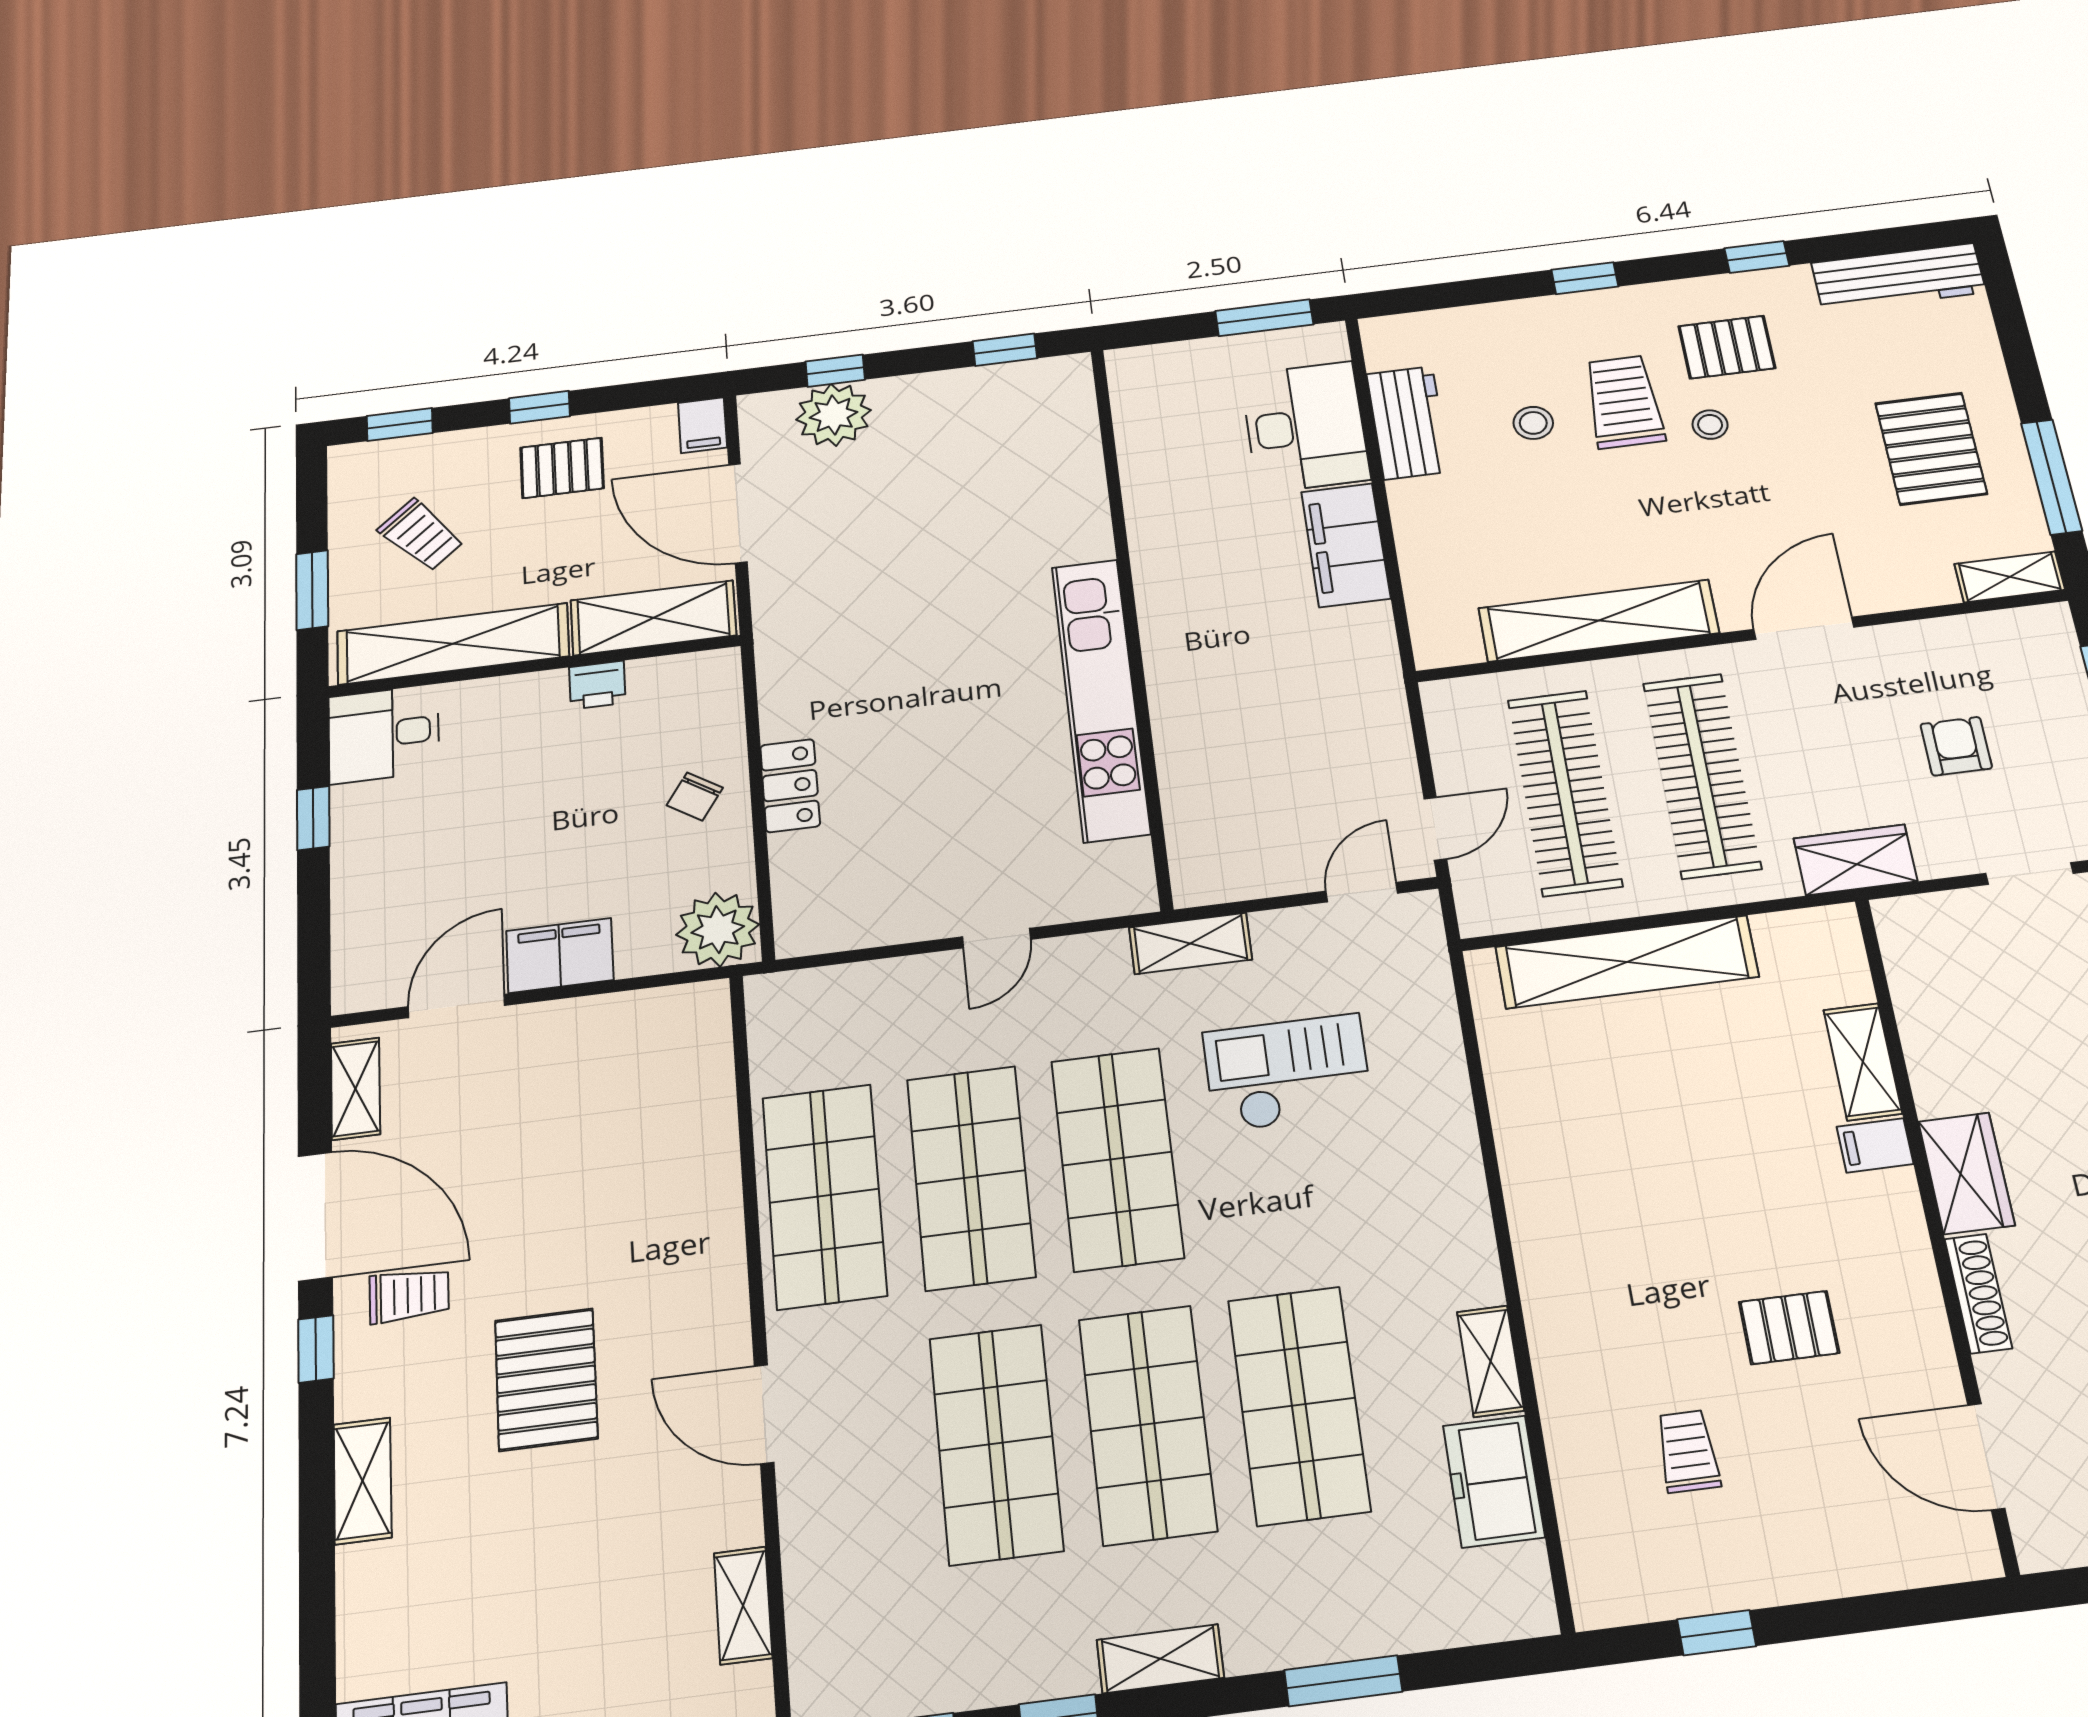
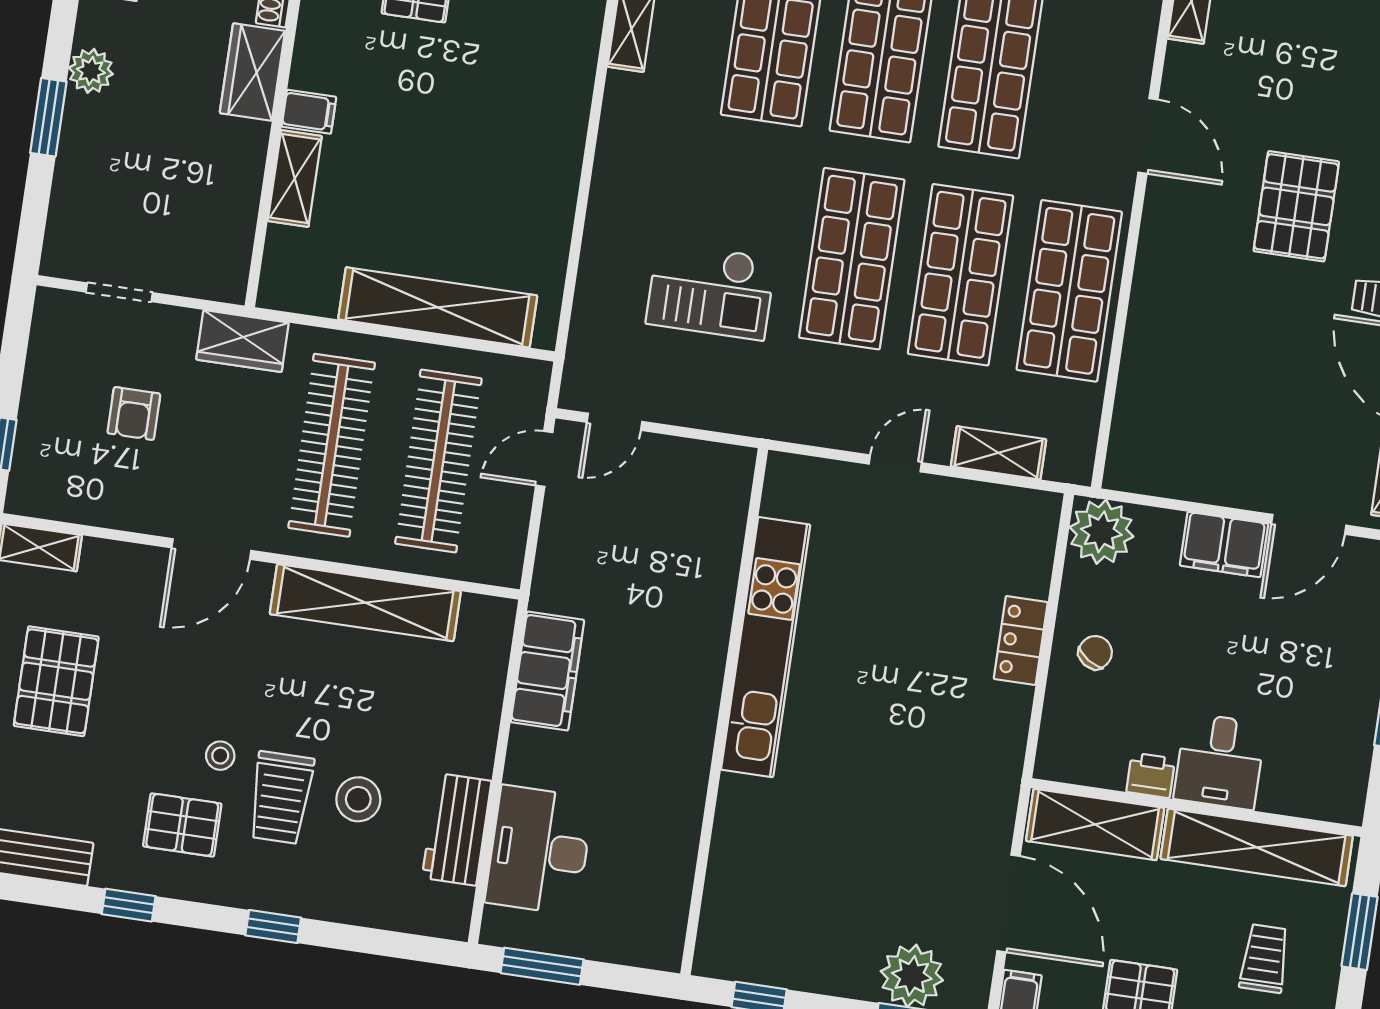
stool: (1533, 423) -> (358, 799), width x1.37, depth x1.37
trolley: (421, 535) -> (1264, 959), turned 41
filing cabinet: (1346, 545) -> (547, 671), moved
desk: (384, 734) -> (1220, 761), moved, turned 90
shelving: (1191, 943) -> (999, 453), moved

